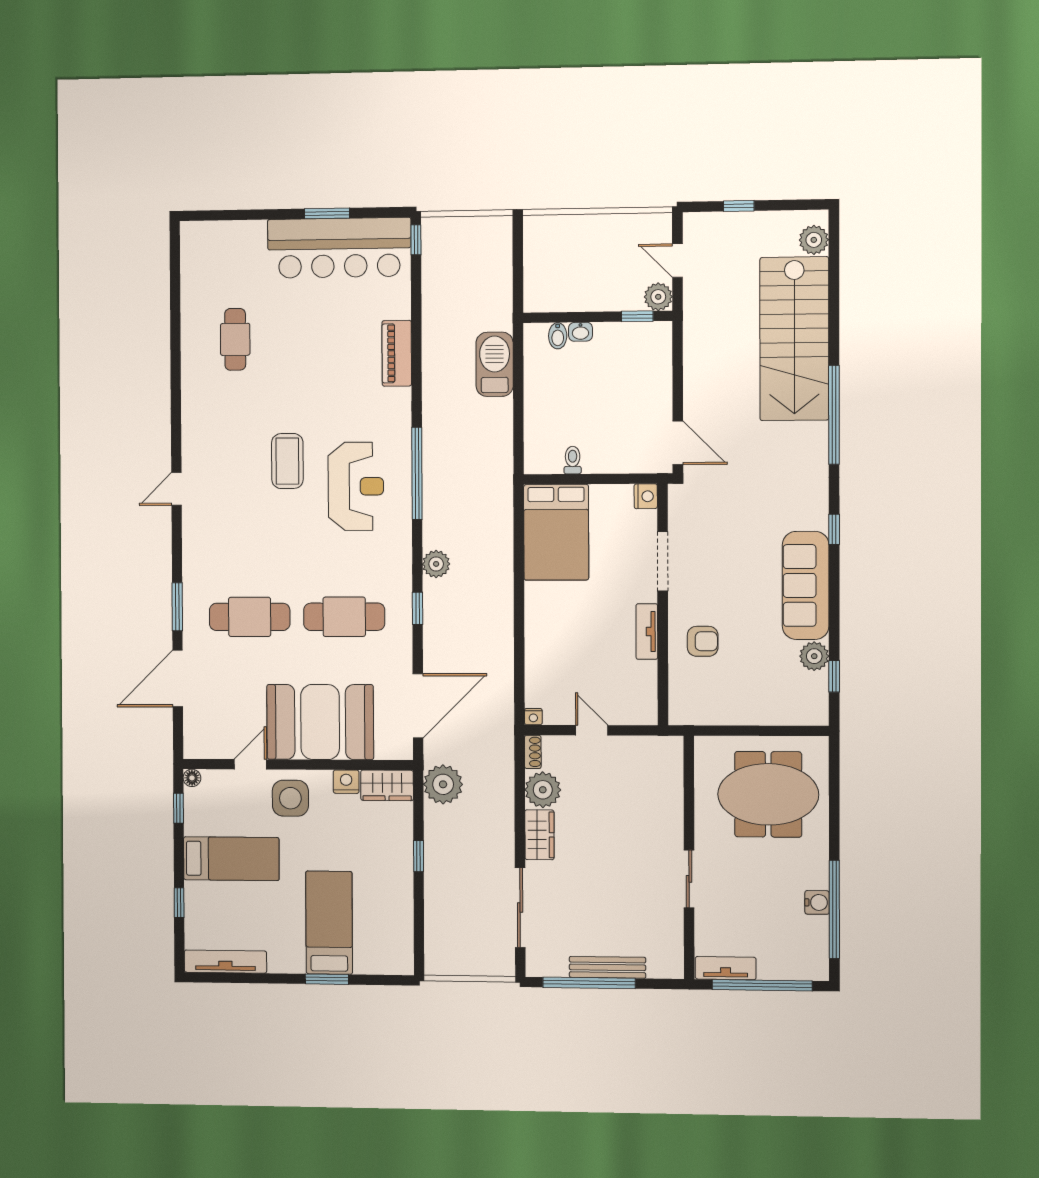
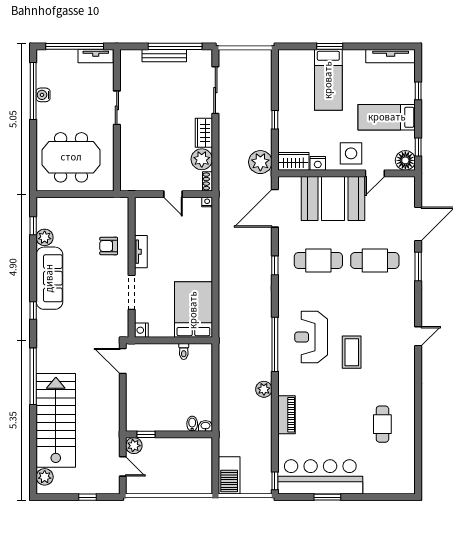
washbasin: (580, 332) -> (205, 426), moved
barbecue: (495, 364) -> (229, 475), moved
plant: (436, 564) -> (264, 389), moved
floor lamp: (192, 778) -> (405, 160), width x1.89, depth x1.89

